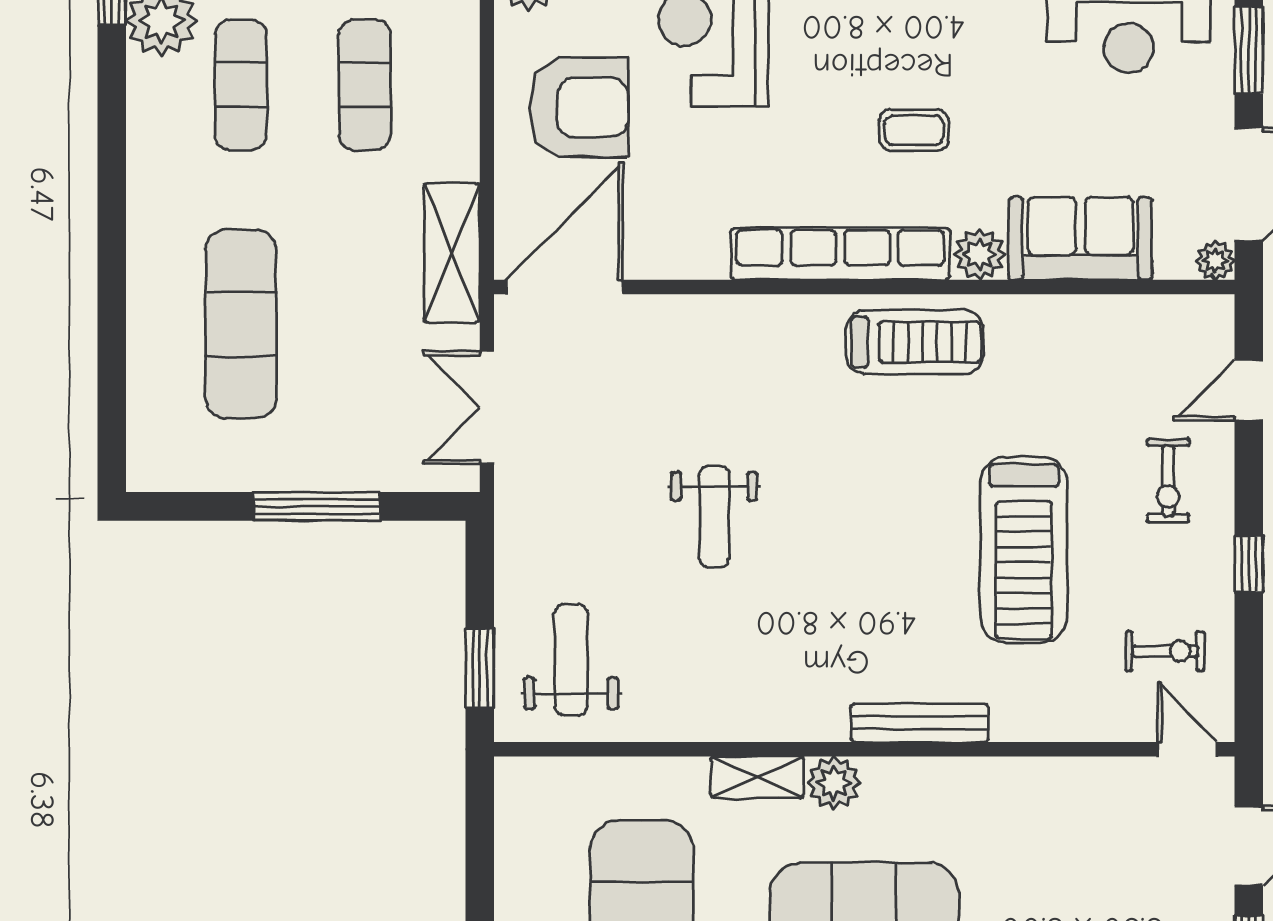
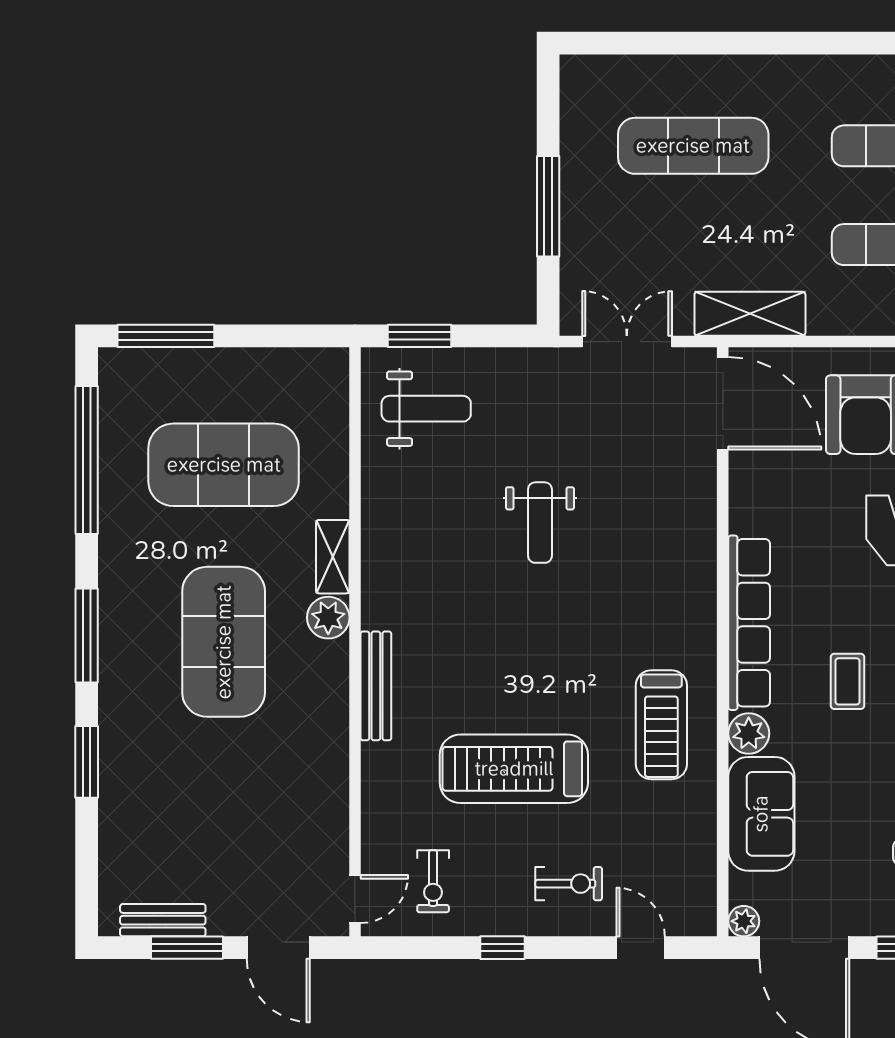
treadmill: (915, 342) -> (661, 725), moved
exercise bike: (1168, 481) -> (569, 884), turned 180
weight bench: (714, 517) -> (540, 523), turned -90

